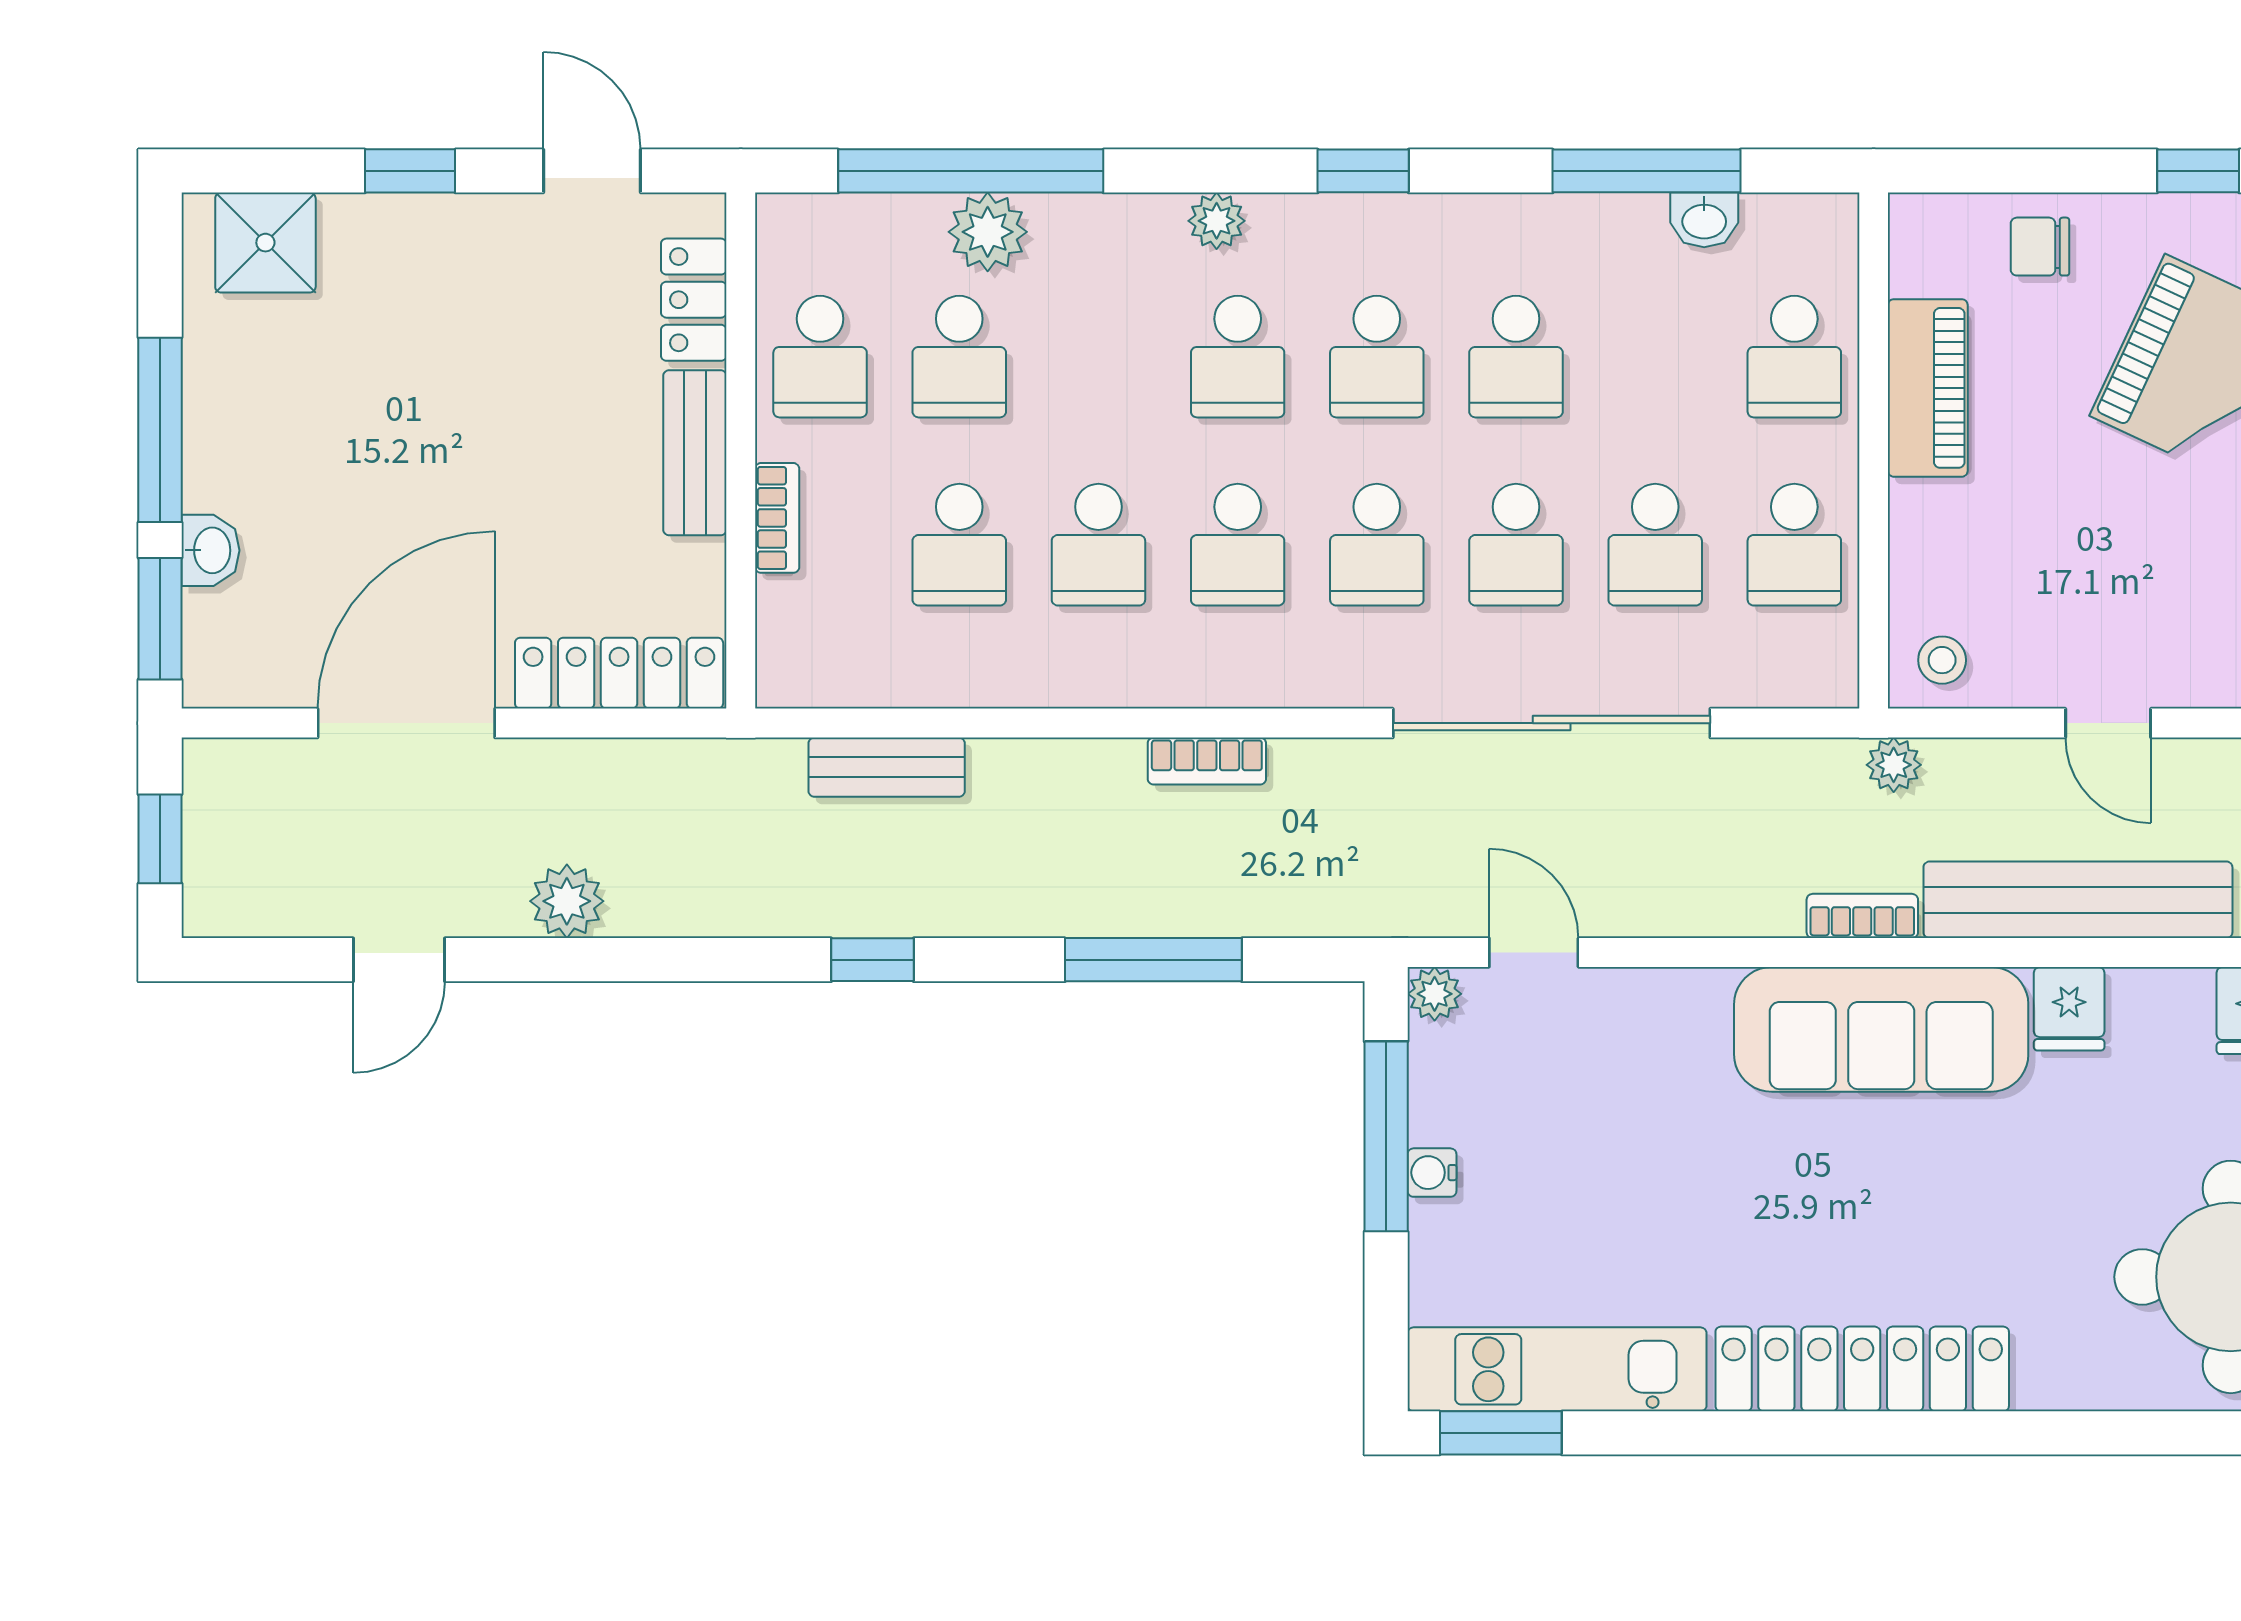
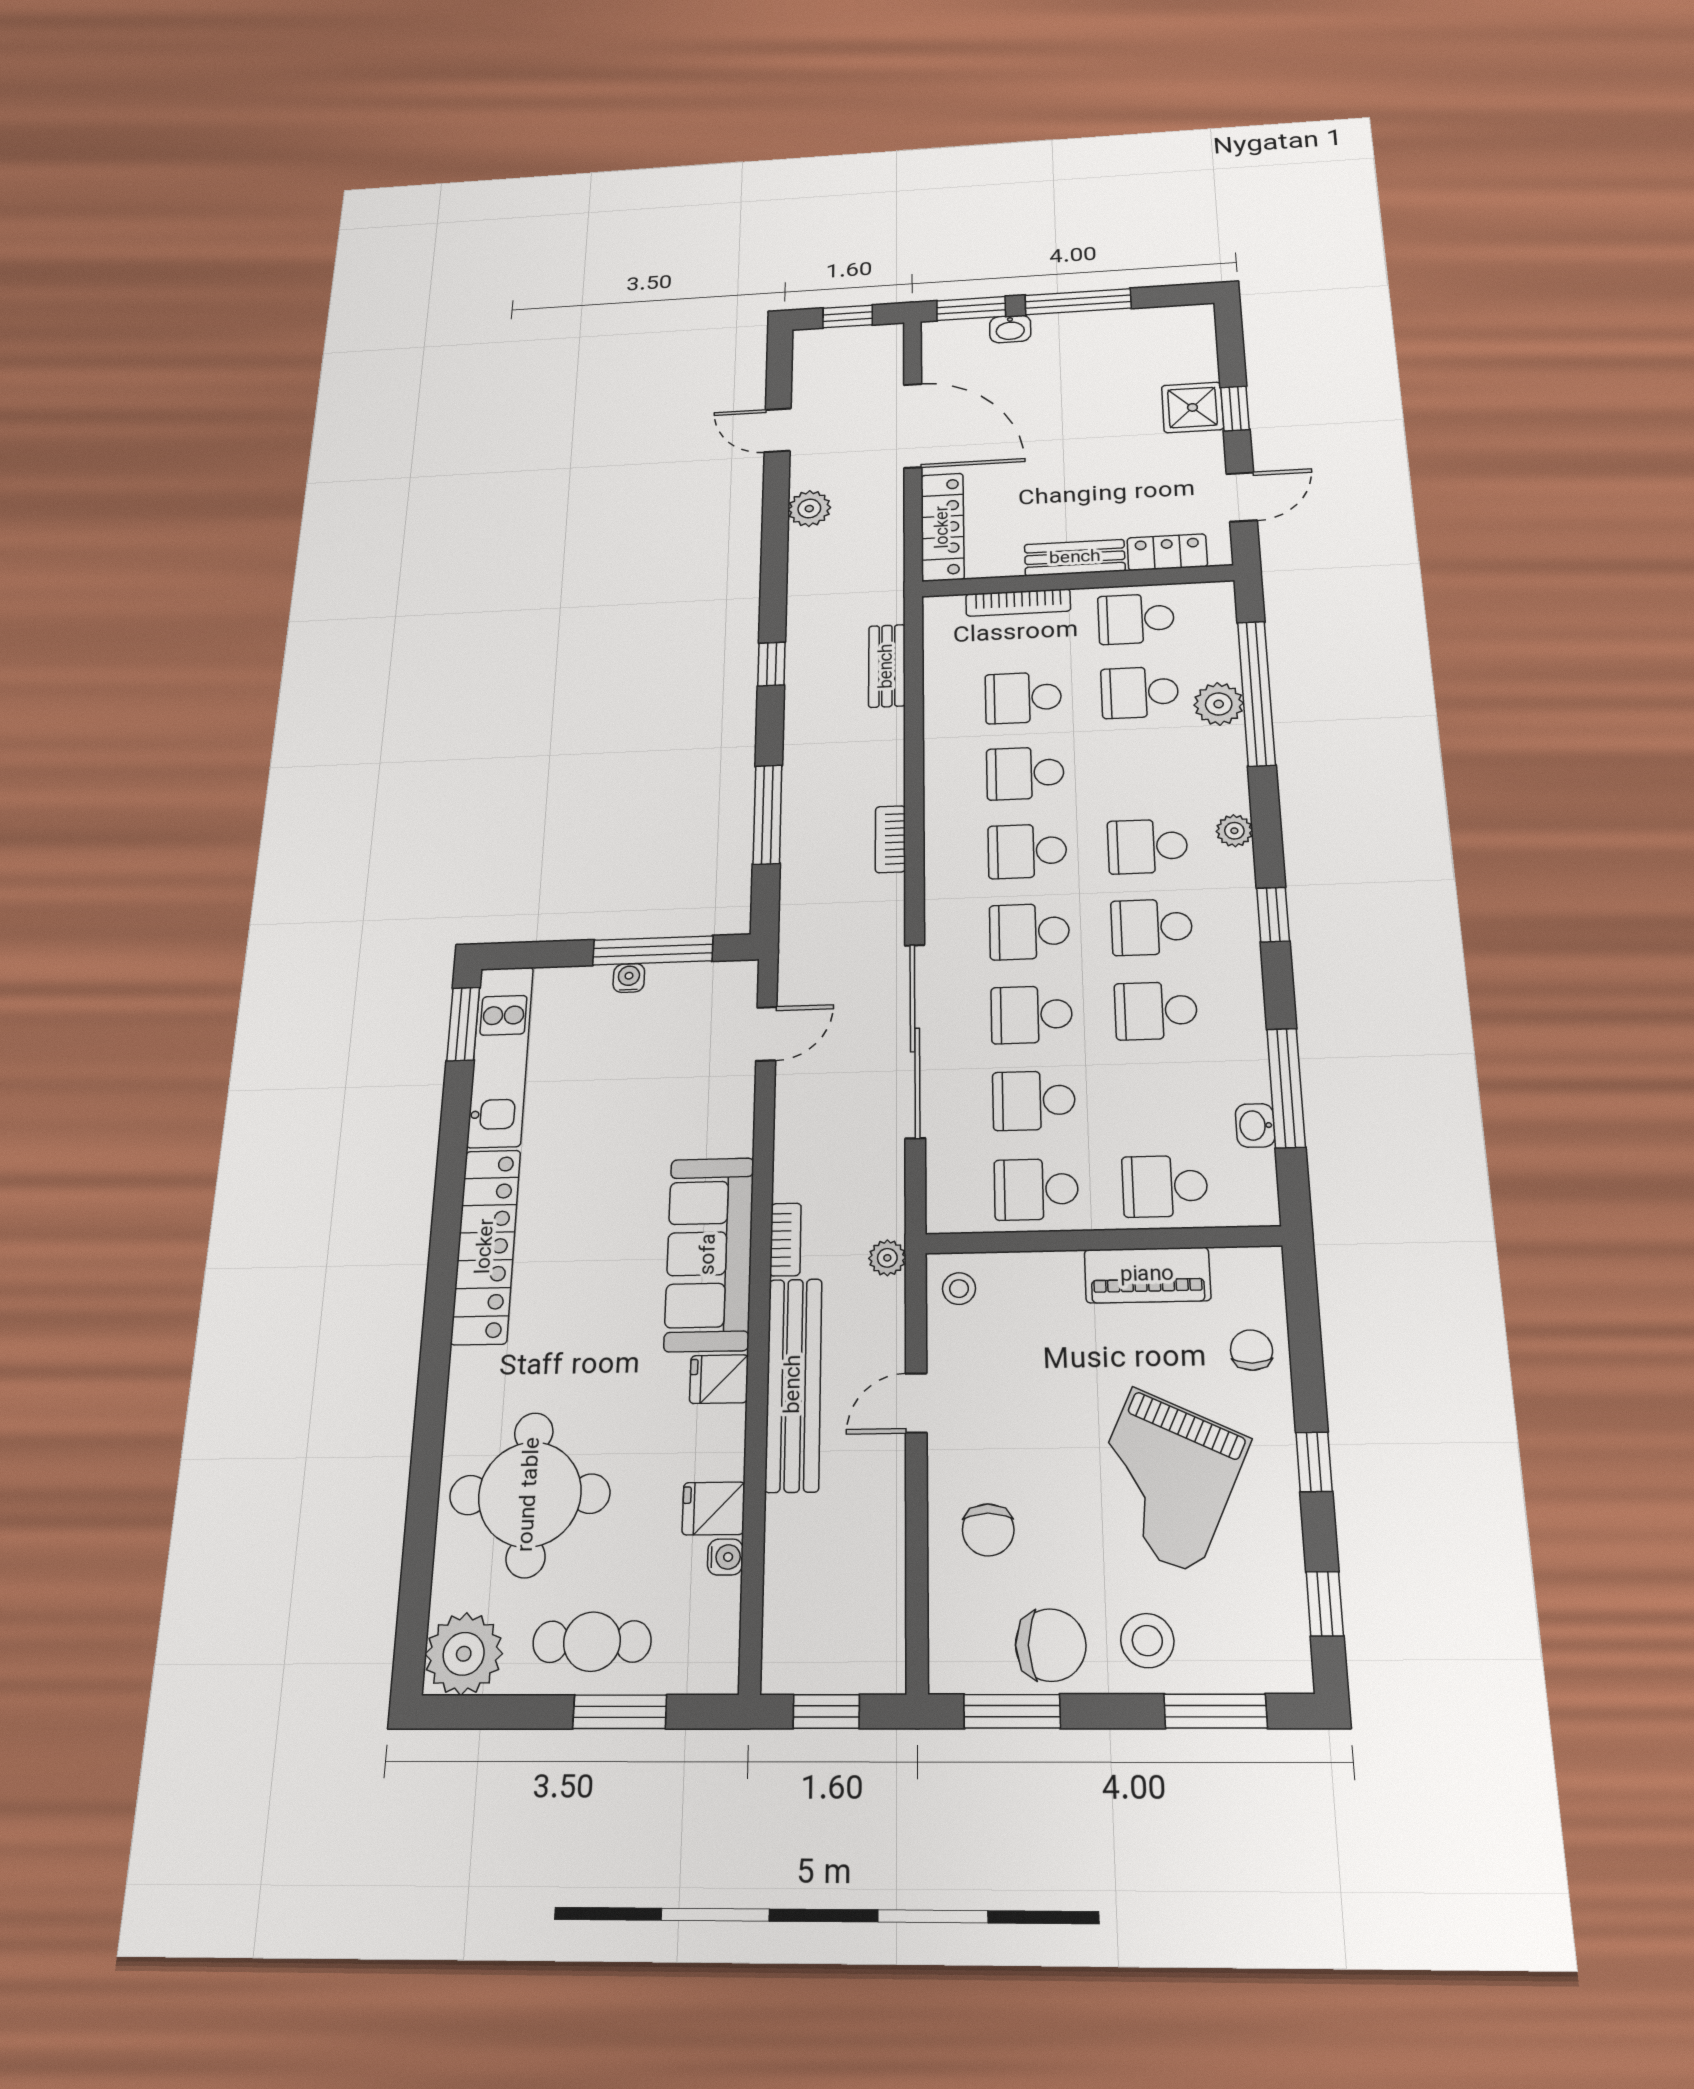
shower: (265, 243) -> (1192, 407), moved
bookcase: (777, 518) -> (1018, 603), width x1.56
plant: (1435, 994) -> (742, 976), removed

